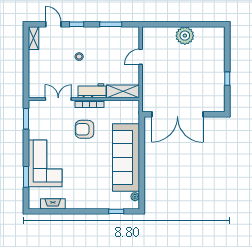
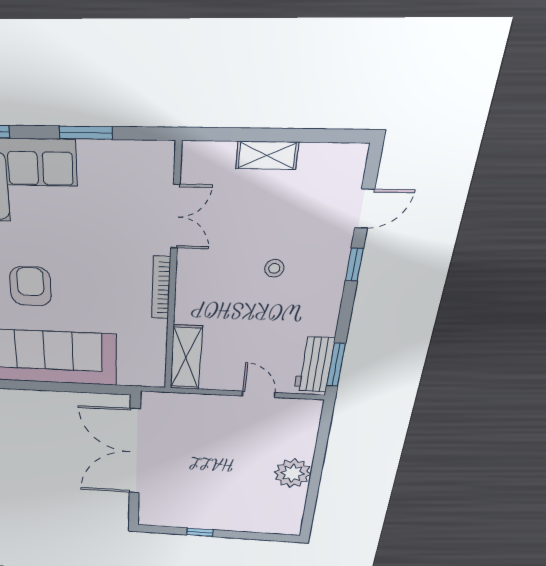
window: (111, 24) -> (336, 365), moved
shelving: (33, 38) -> (267, 155), moved
workbench: (92, 91) -> (314, 365), moved, turned 180
window: (26, 119) -> (86, 133), moved
armchair: (85, 129) -> (31, 286), moved

